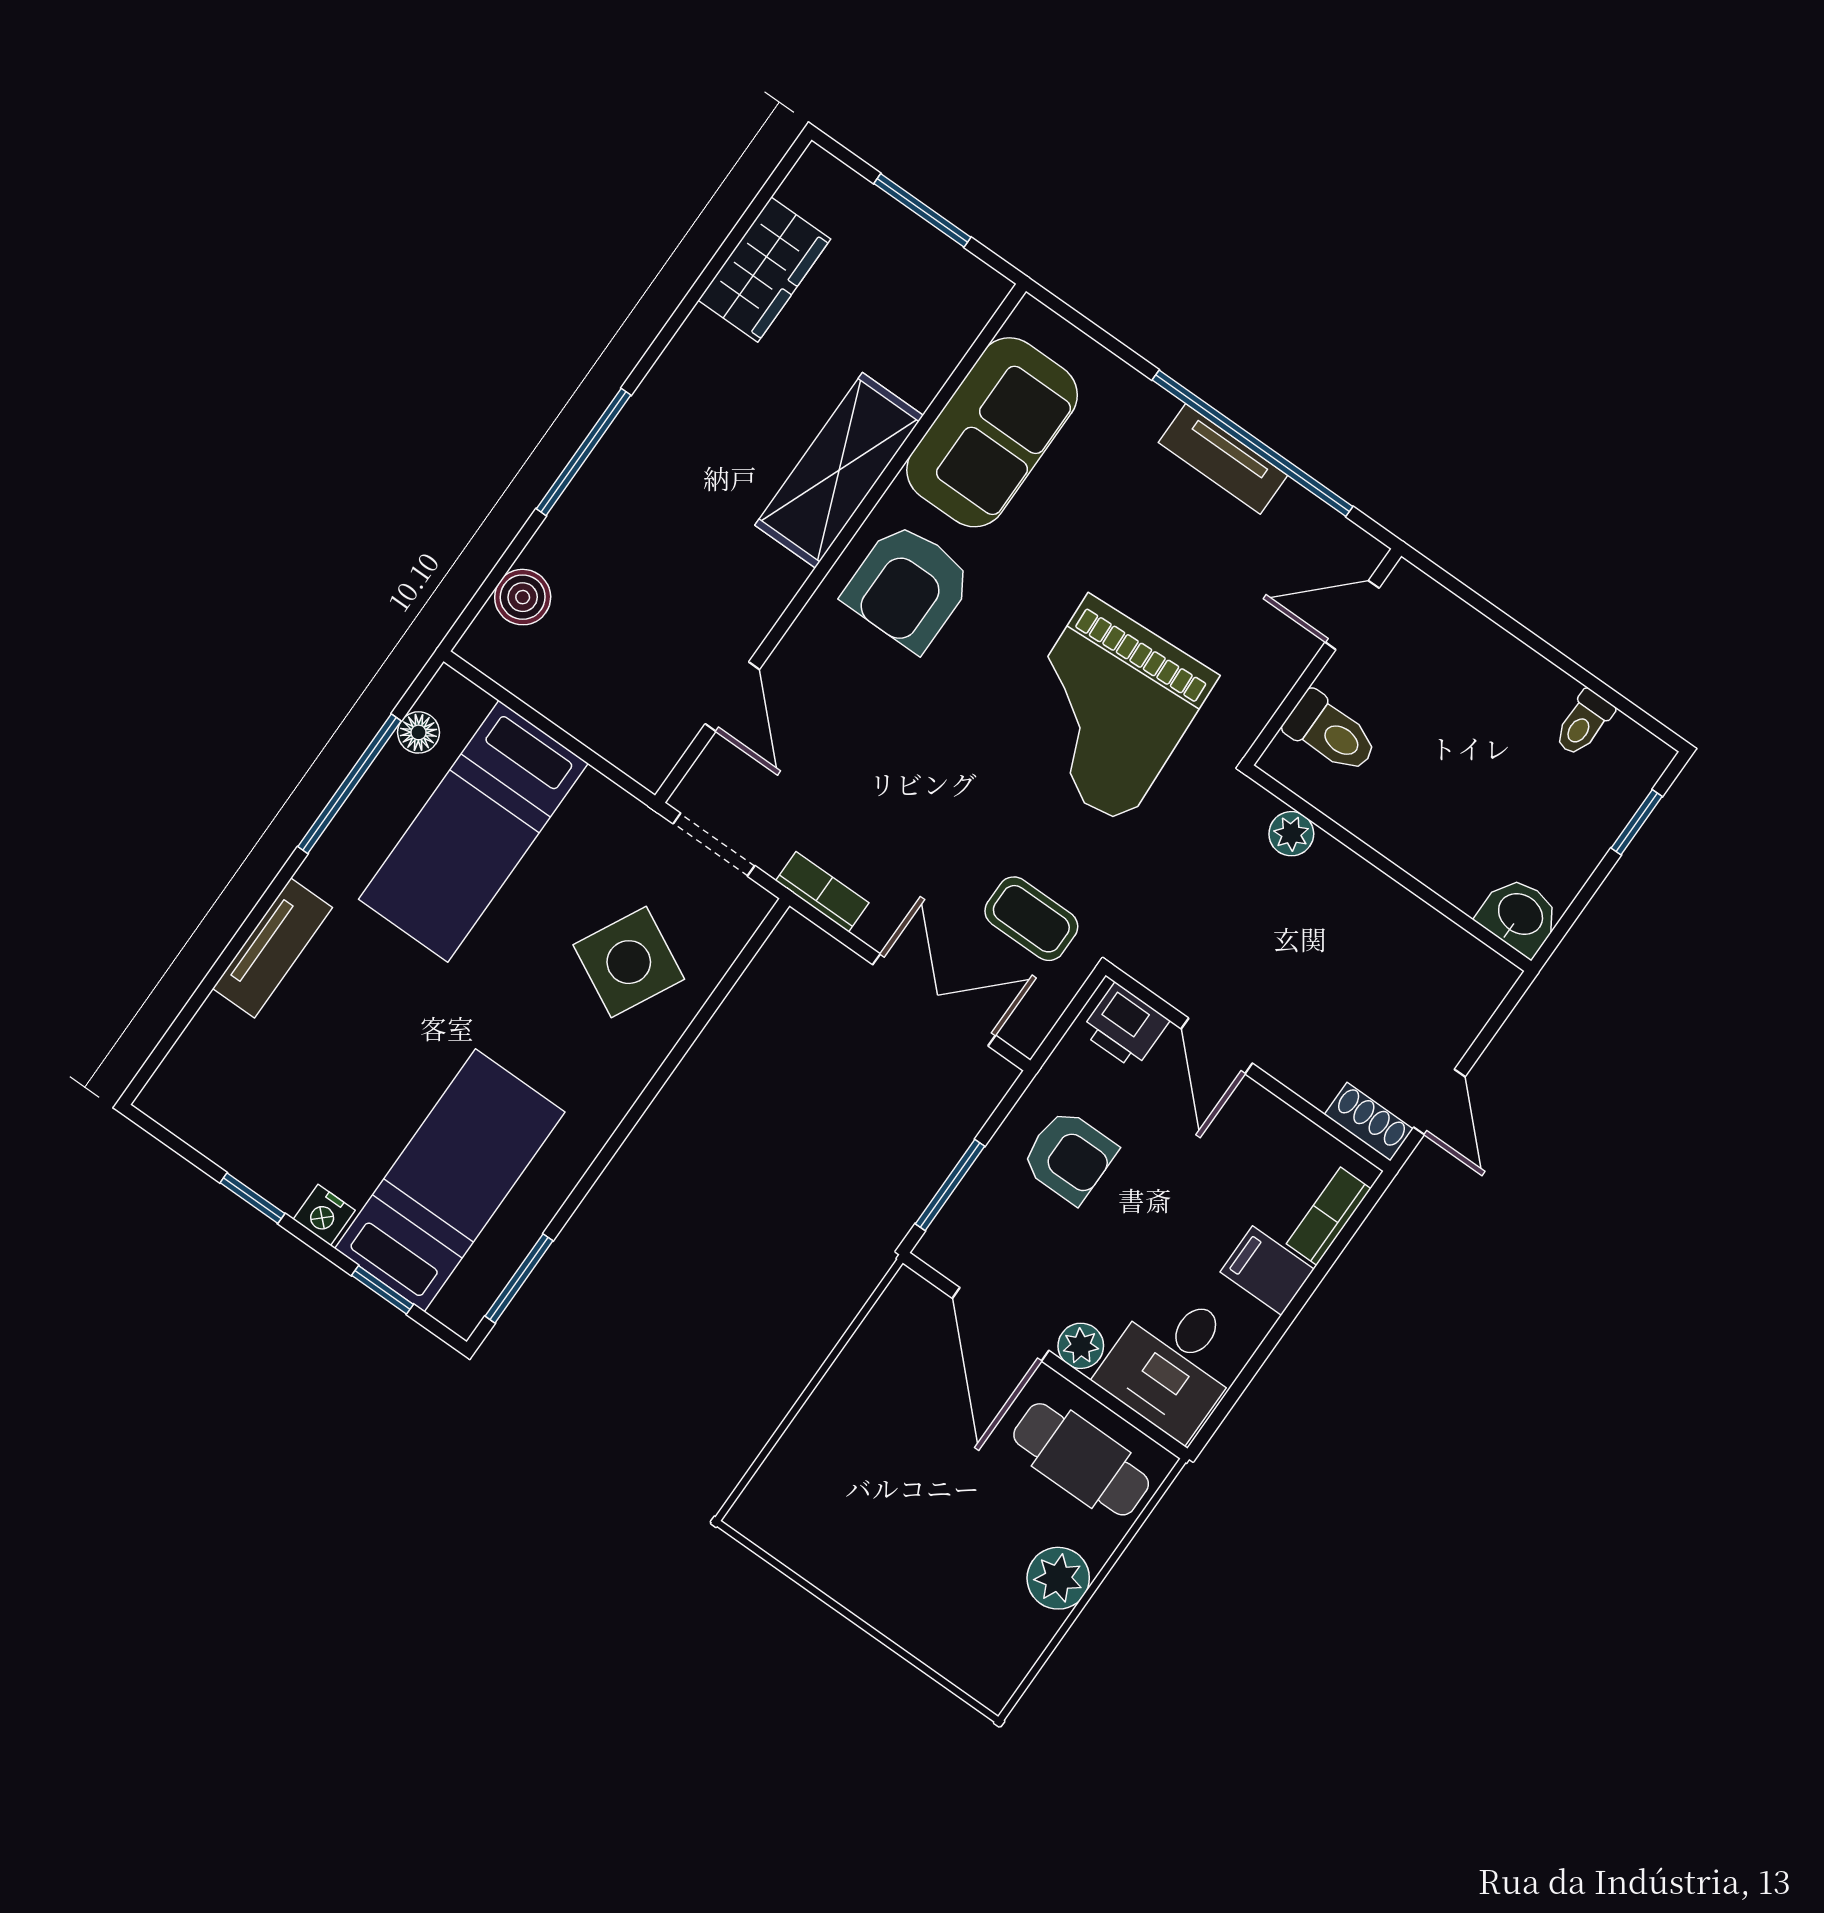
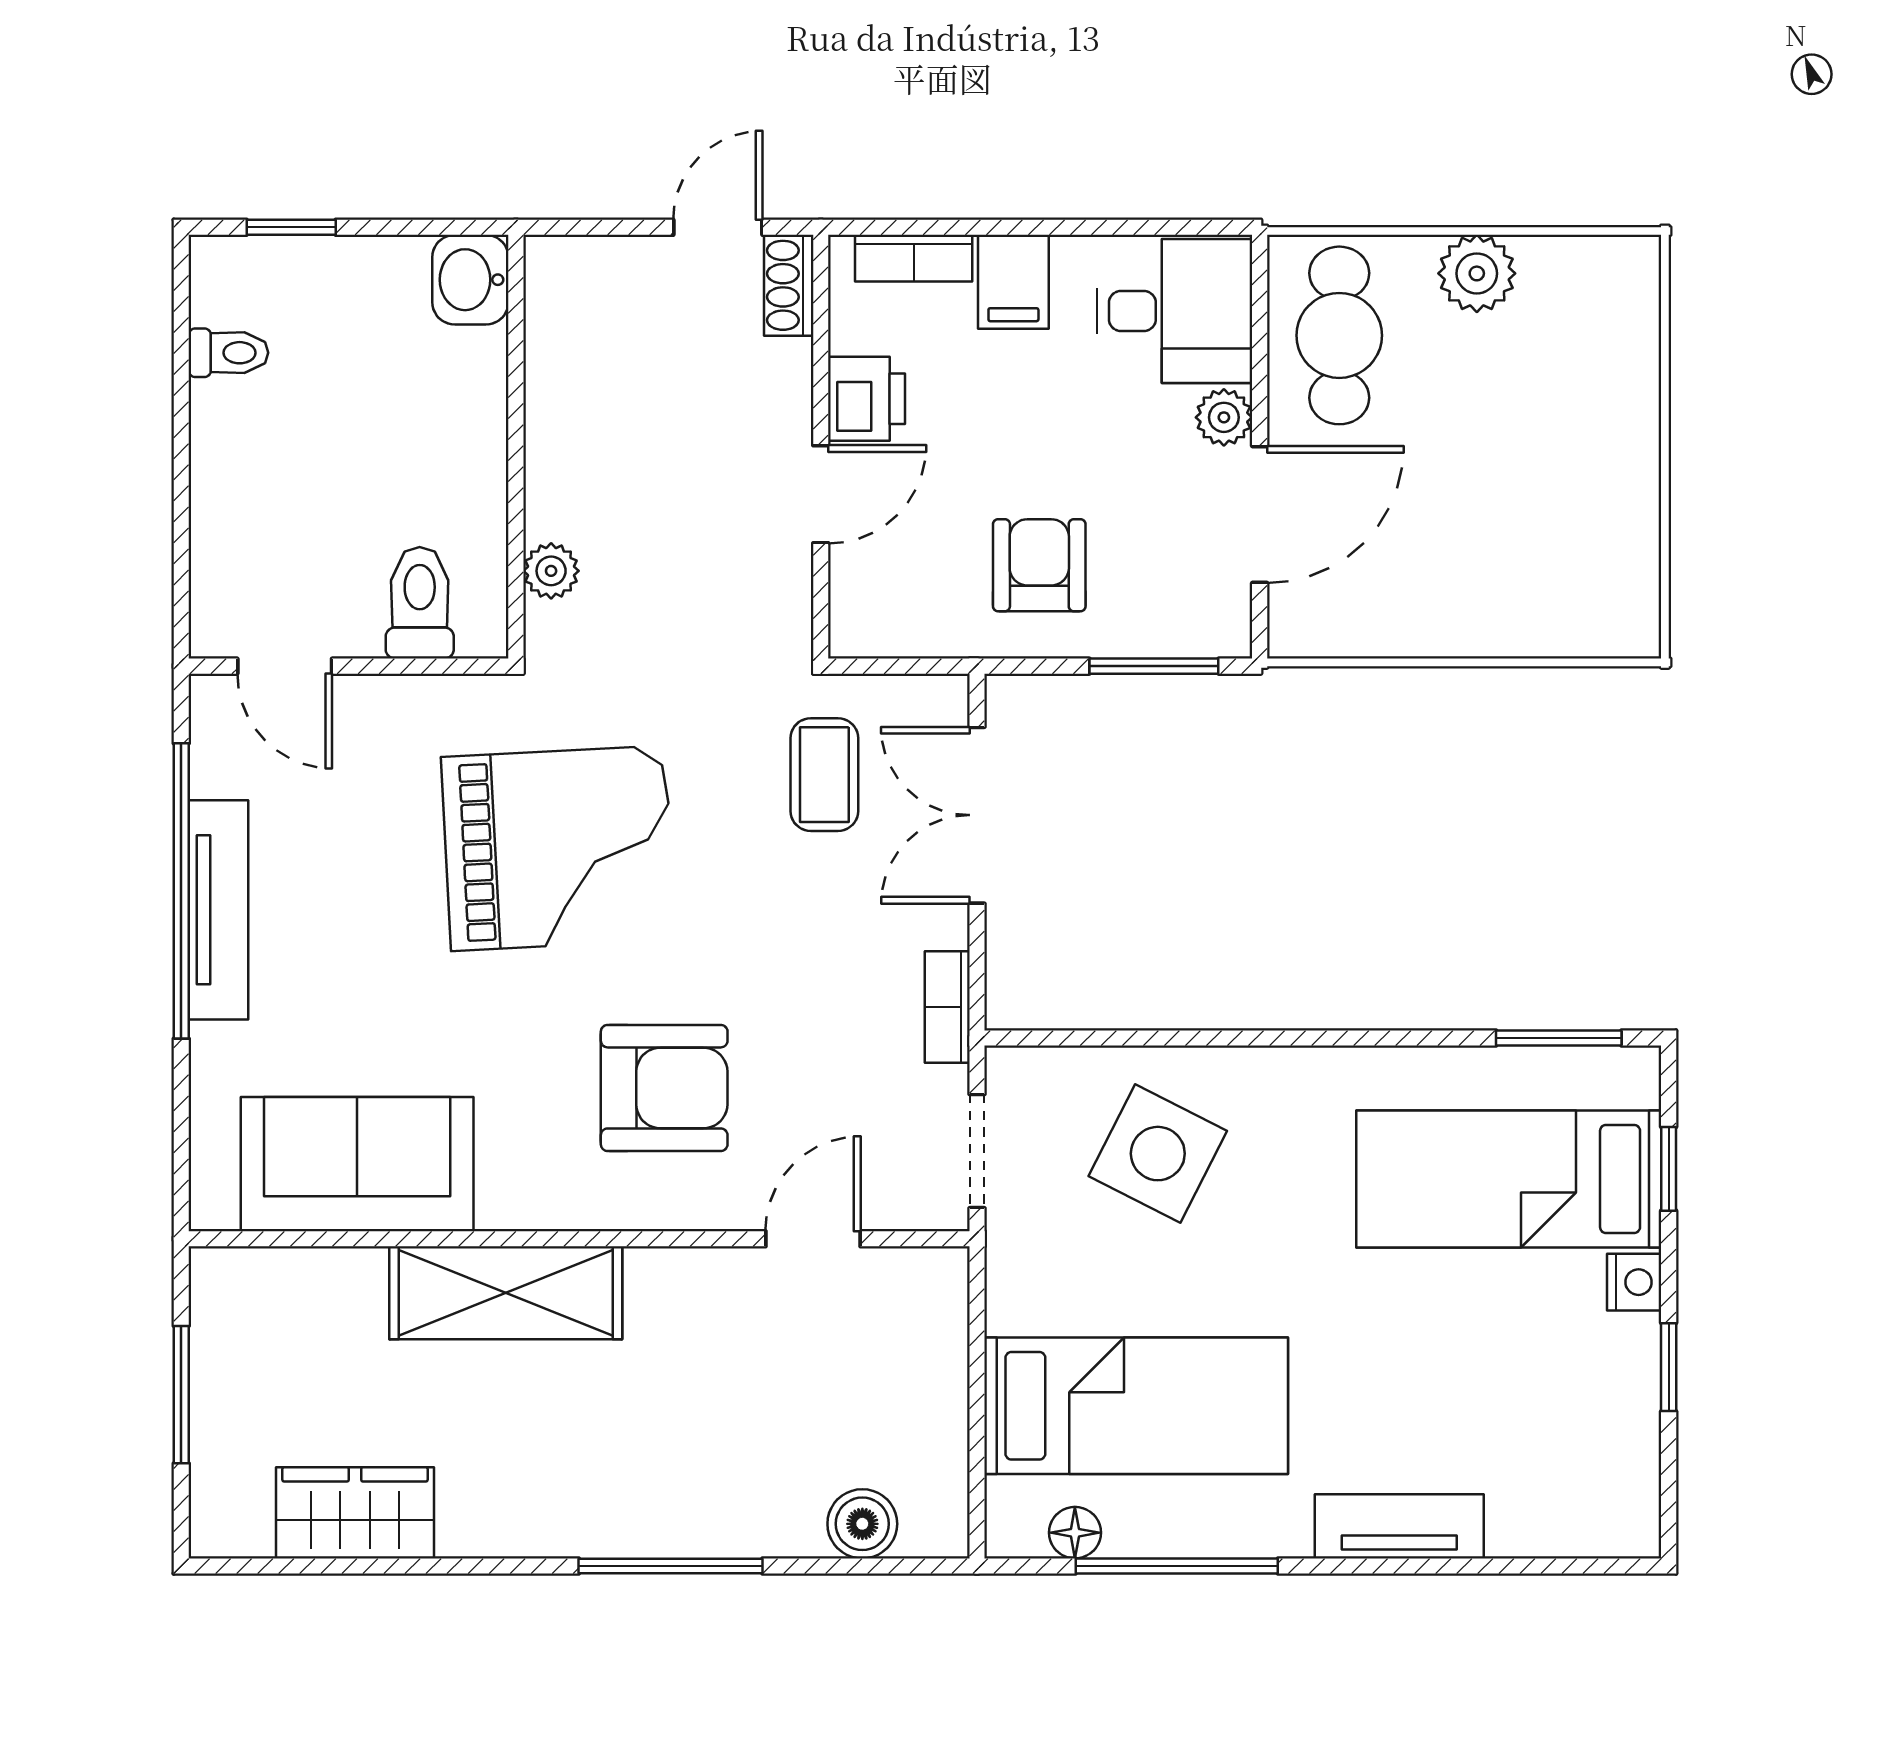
tv unit: (1223, 459) -> (218, 910), width x1.41
armchair: (908, 587) -> (664, 1088), moved
printer: (1125, 1026) -> (867, 399), moved

